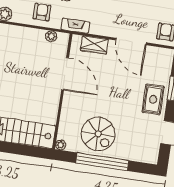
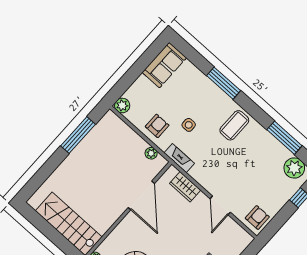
door: (131, 41) -> (220, 205), width x0.73

